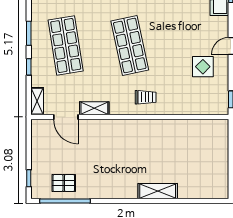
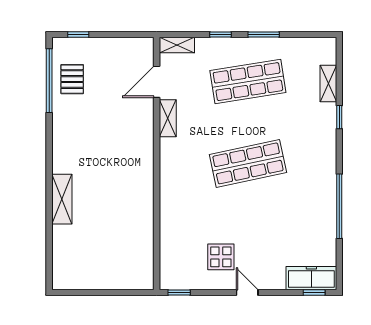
trolley: (146, 97) -> (182, 184), removed

